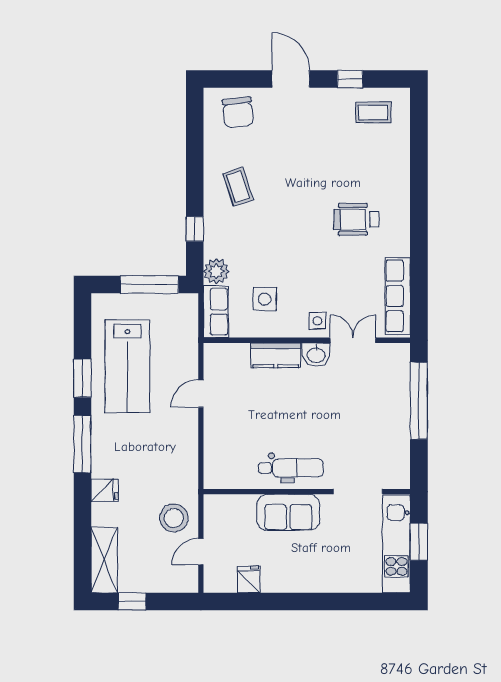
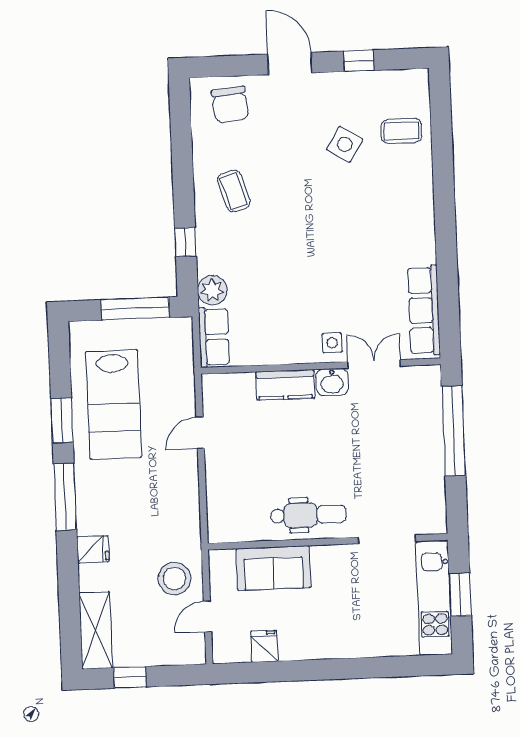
coffee table: (373, 112) -> (401, 131), moved
wheelchair: (356, 219) -> (373, 223), removed
side table: (265, 299) -> (345, 144), moved, turned 32
sofa: (288, 512) -> (273, 568), moved

